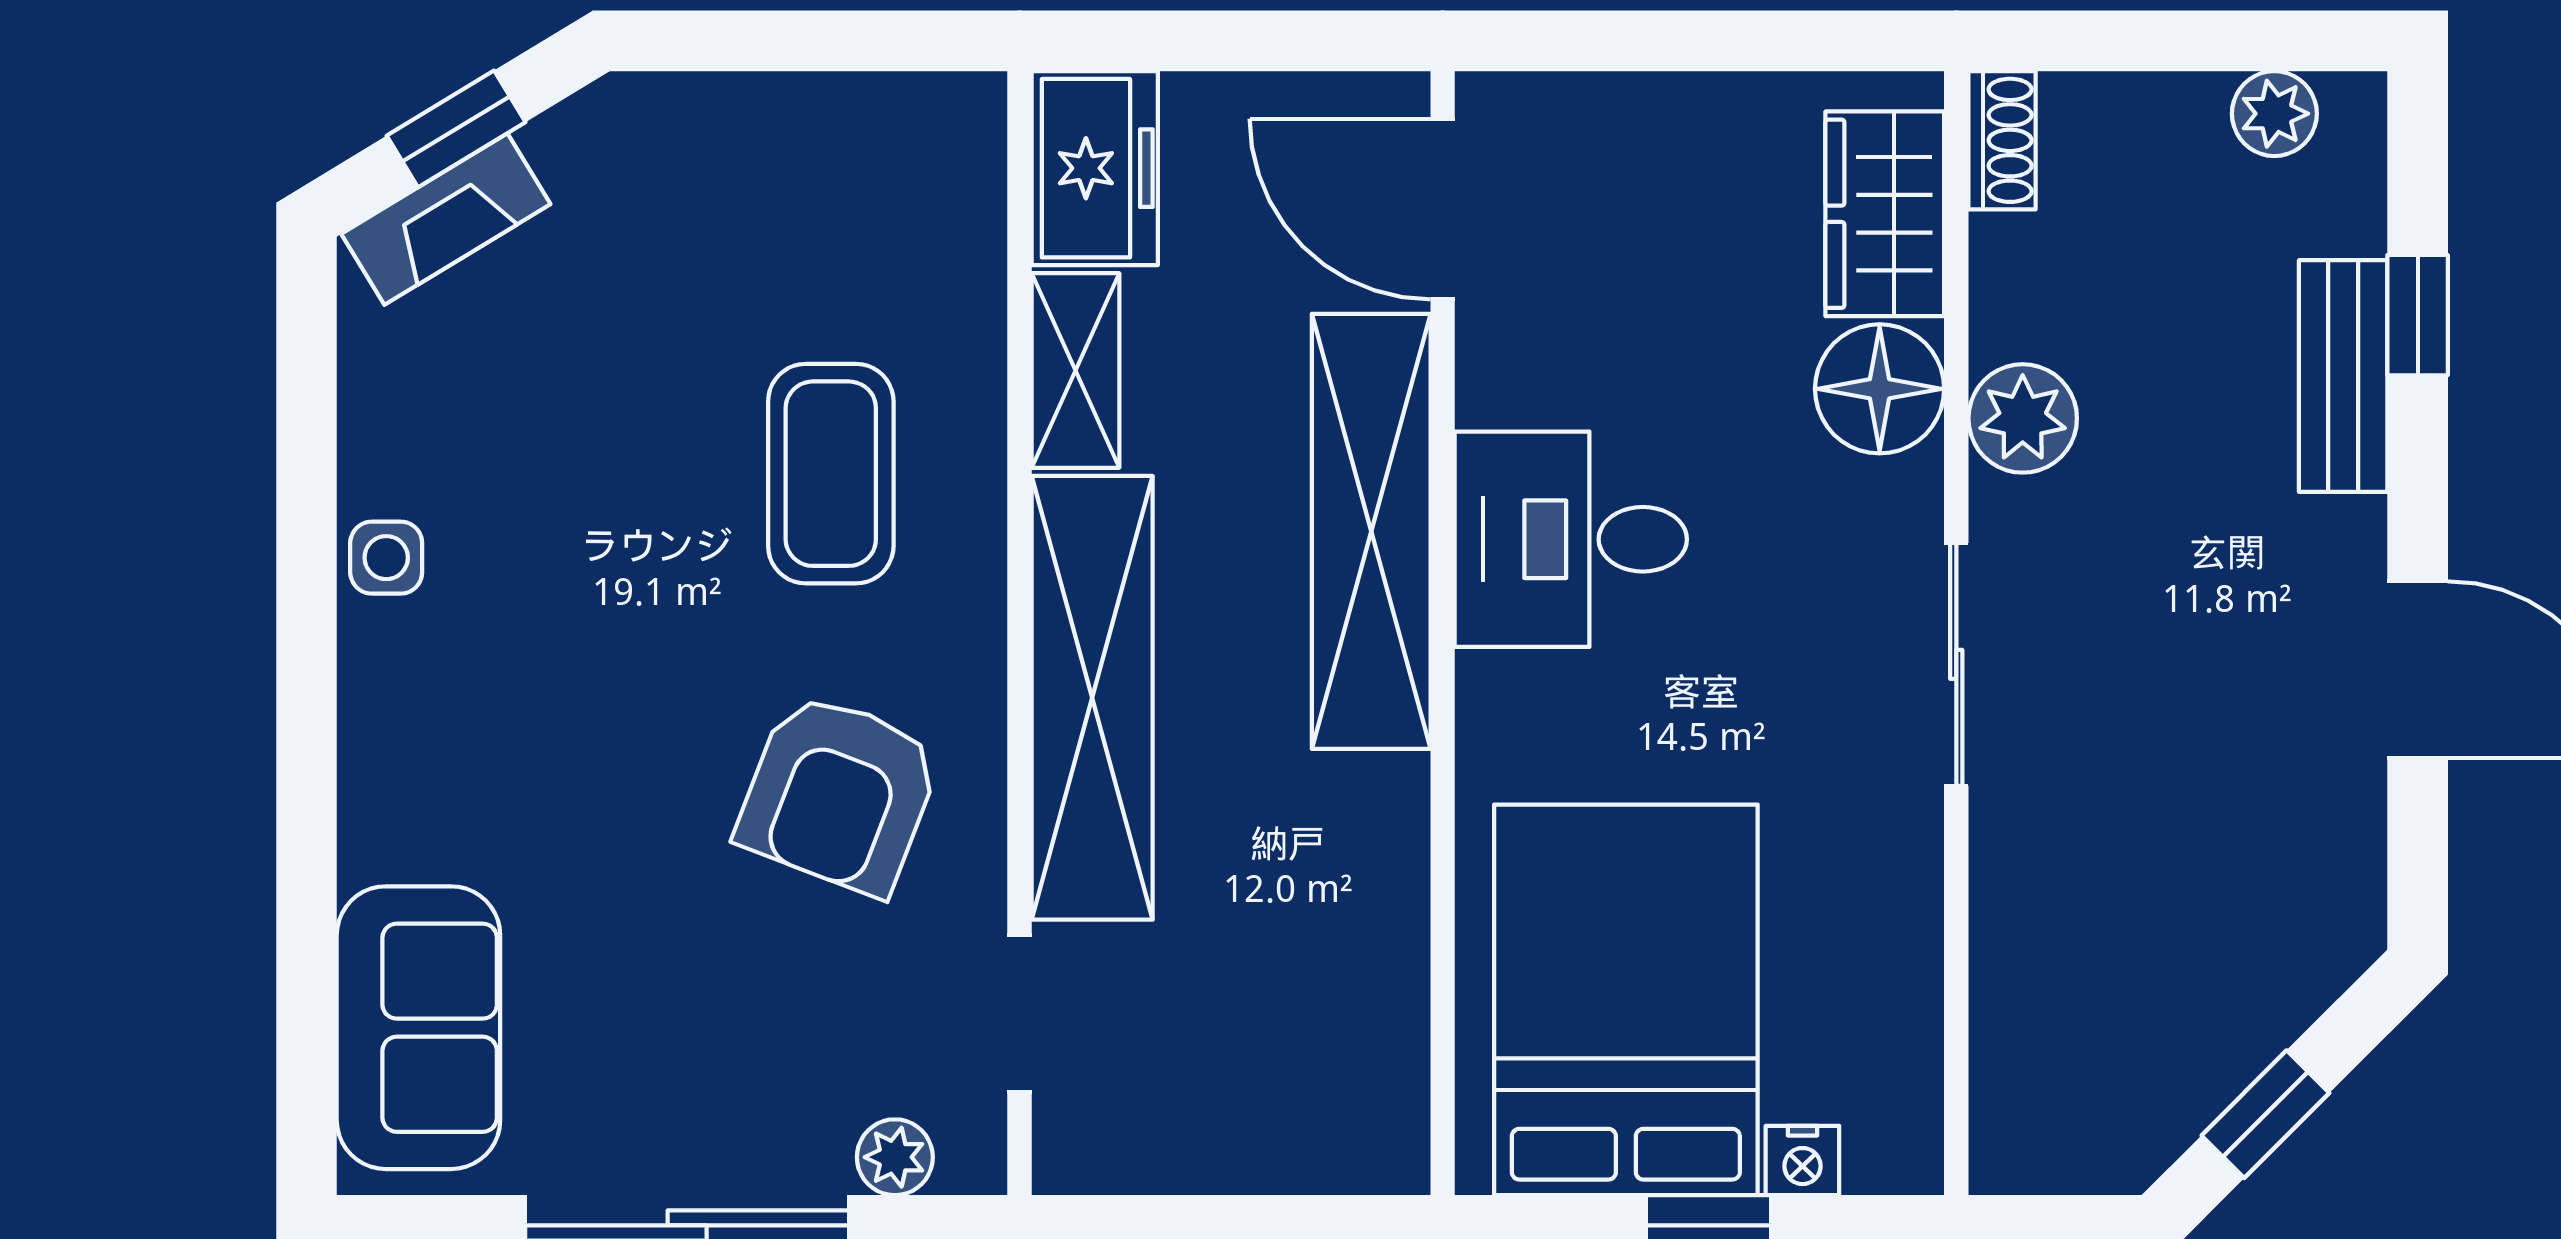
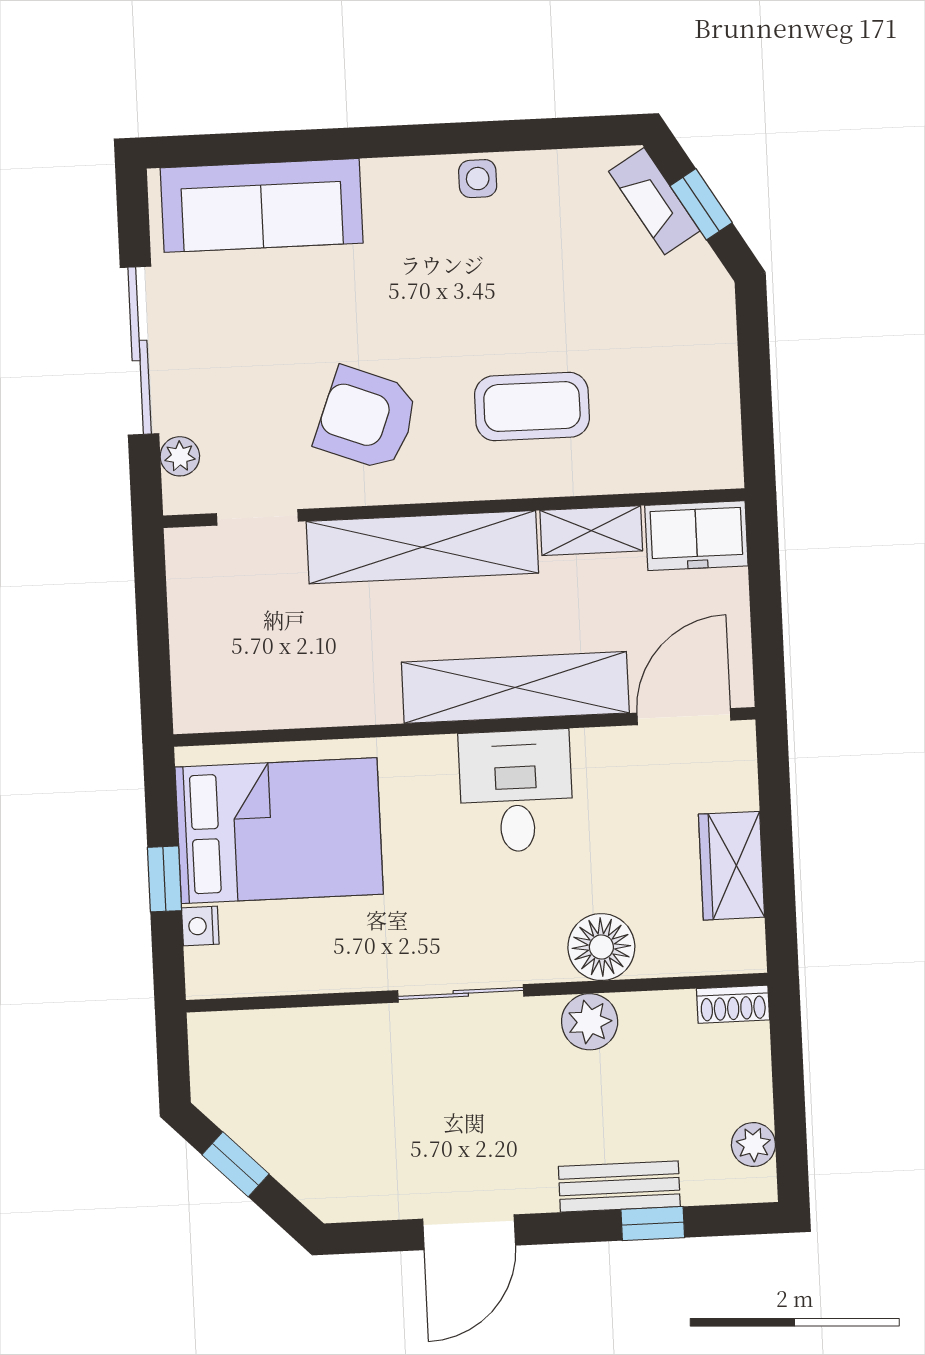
wardrobe: (1885, 214) -> (732, 866), moved, turned -90
sofa: (418, 1028) -> (262, 205), width x1.36

